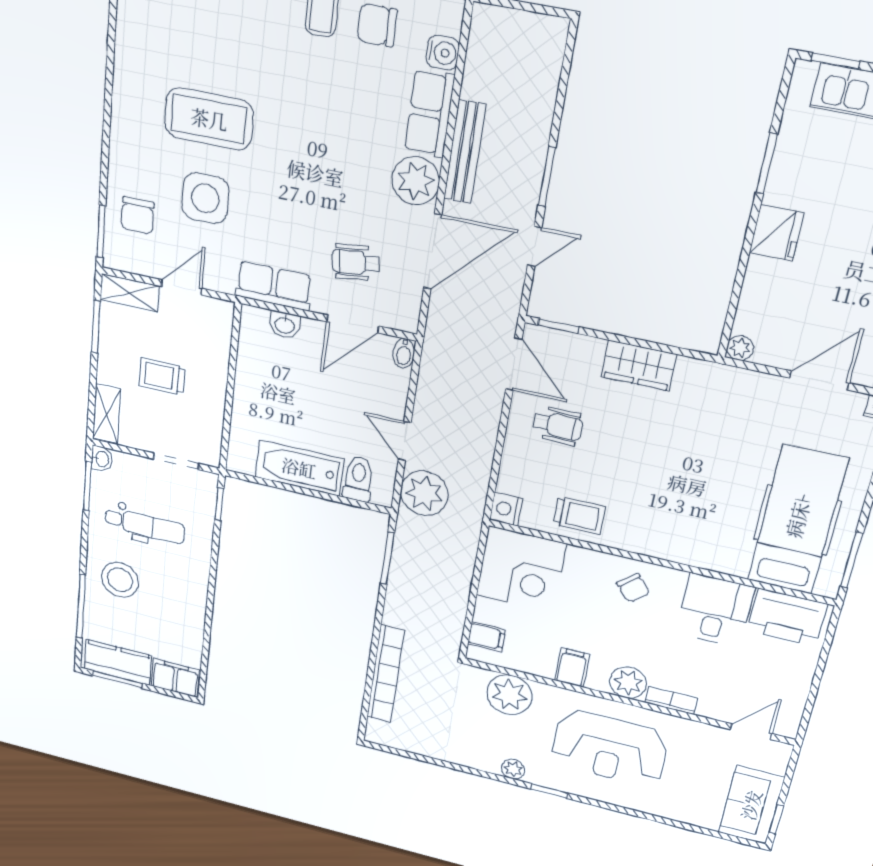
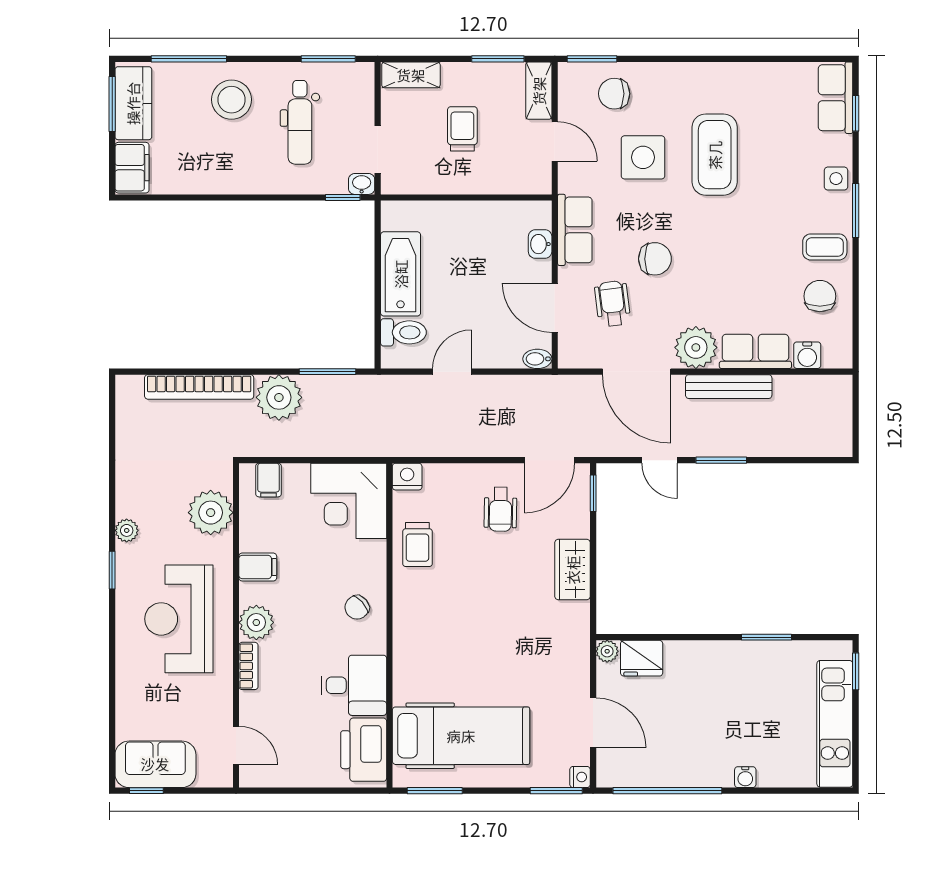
chair: (313, 207) -> (655, 259), added
fridge: (776, 233) -> (642, 658), moved
washbasin: (102, 459) -> (362, 184), moved, turned 180
plant: (424, 493) -> (279, 397), moved

